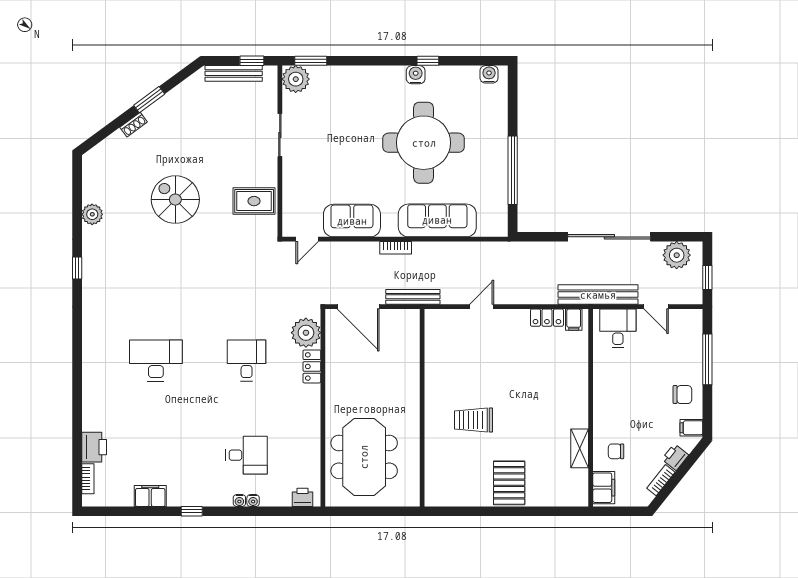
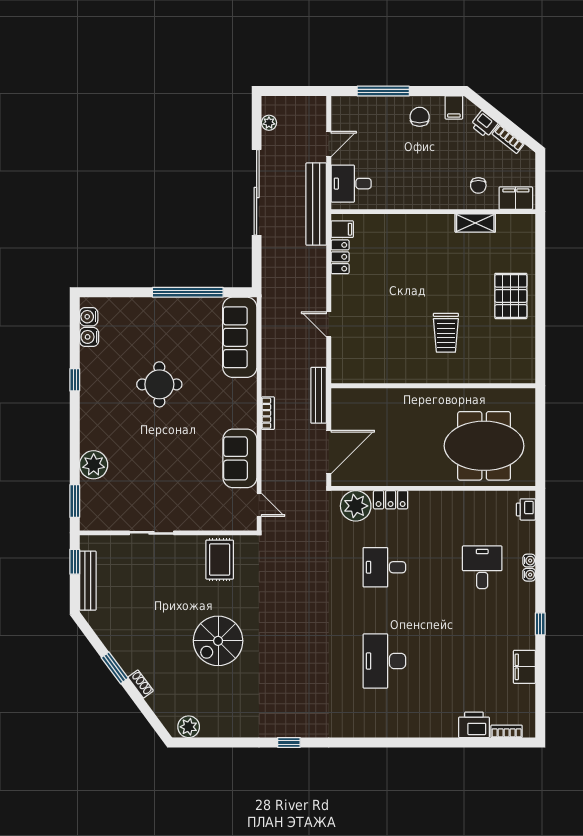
water cooler: (416, 75) -> (89, 337), moved
plant: (296, 79) -> (94, 465), moved
round table: (424, 143) -> (159, 384), width x0.54, depth x0.54
plant: (92, 214) -> (189, 727), moved
sofa: (437, 220) -> (240, 337), moved
plant: (677, 255) -> (269, 123), width x0.53, depth x0.53
window: (707, 278) -> (299, 91), removed
pallet: (509, 483) -> (511, 296), turned 90

